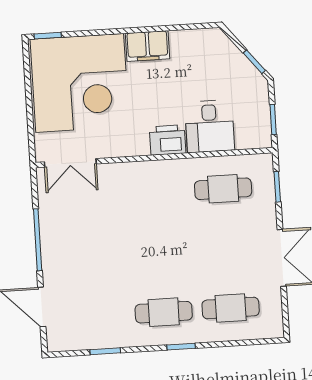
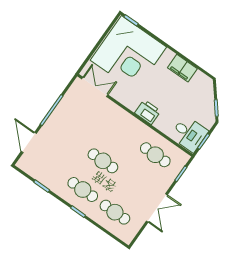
filing cabinet: (147, 46) -> (182, 68), moved
desk: (210, 126) -> (189, 134), moved, turned -90
double door: (70, 163) -> (95, 87), swing flipped
cafe table: (160, 253) -> (103, 161), added

